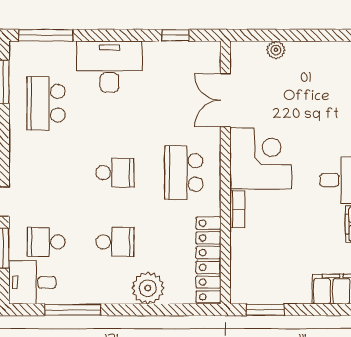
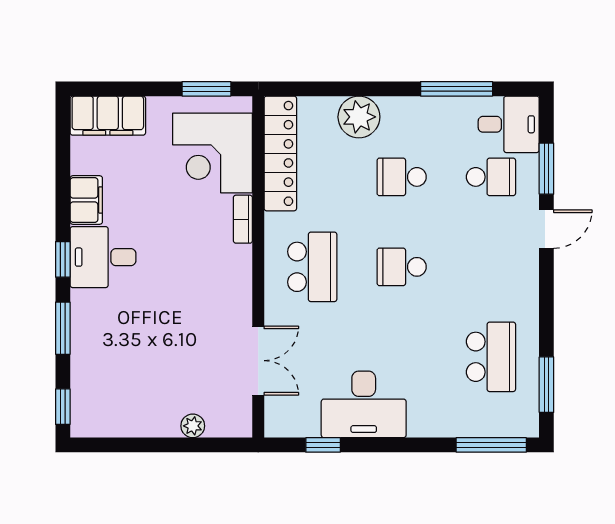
desk: (109, 67) -> (364, 404), moved
corner desk: (261, 158) -> (213, 153), moved

